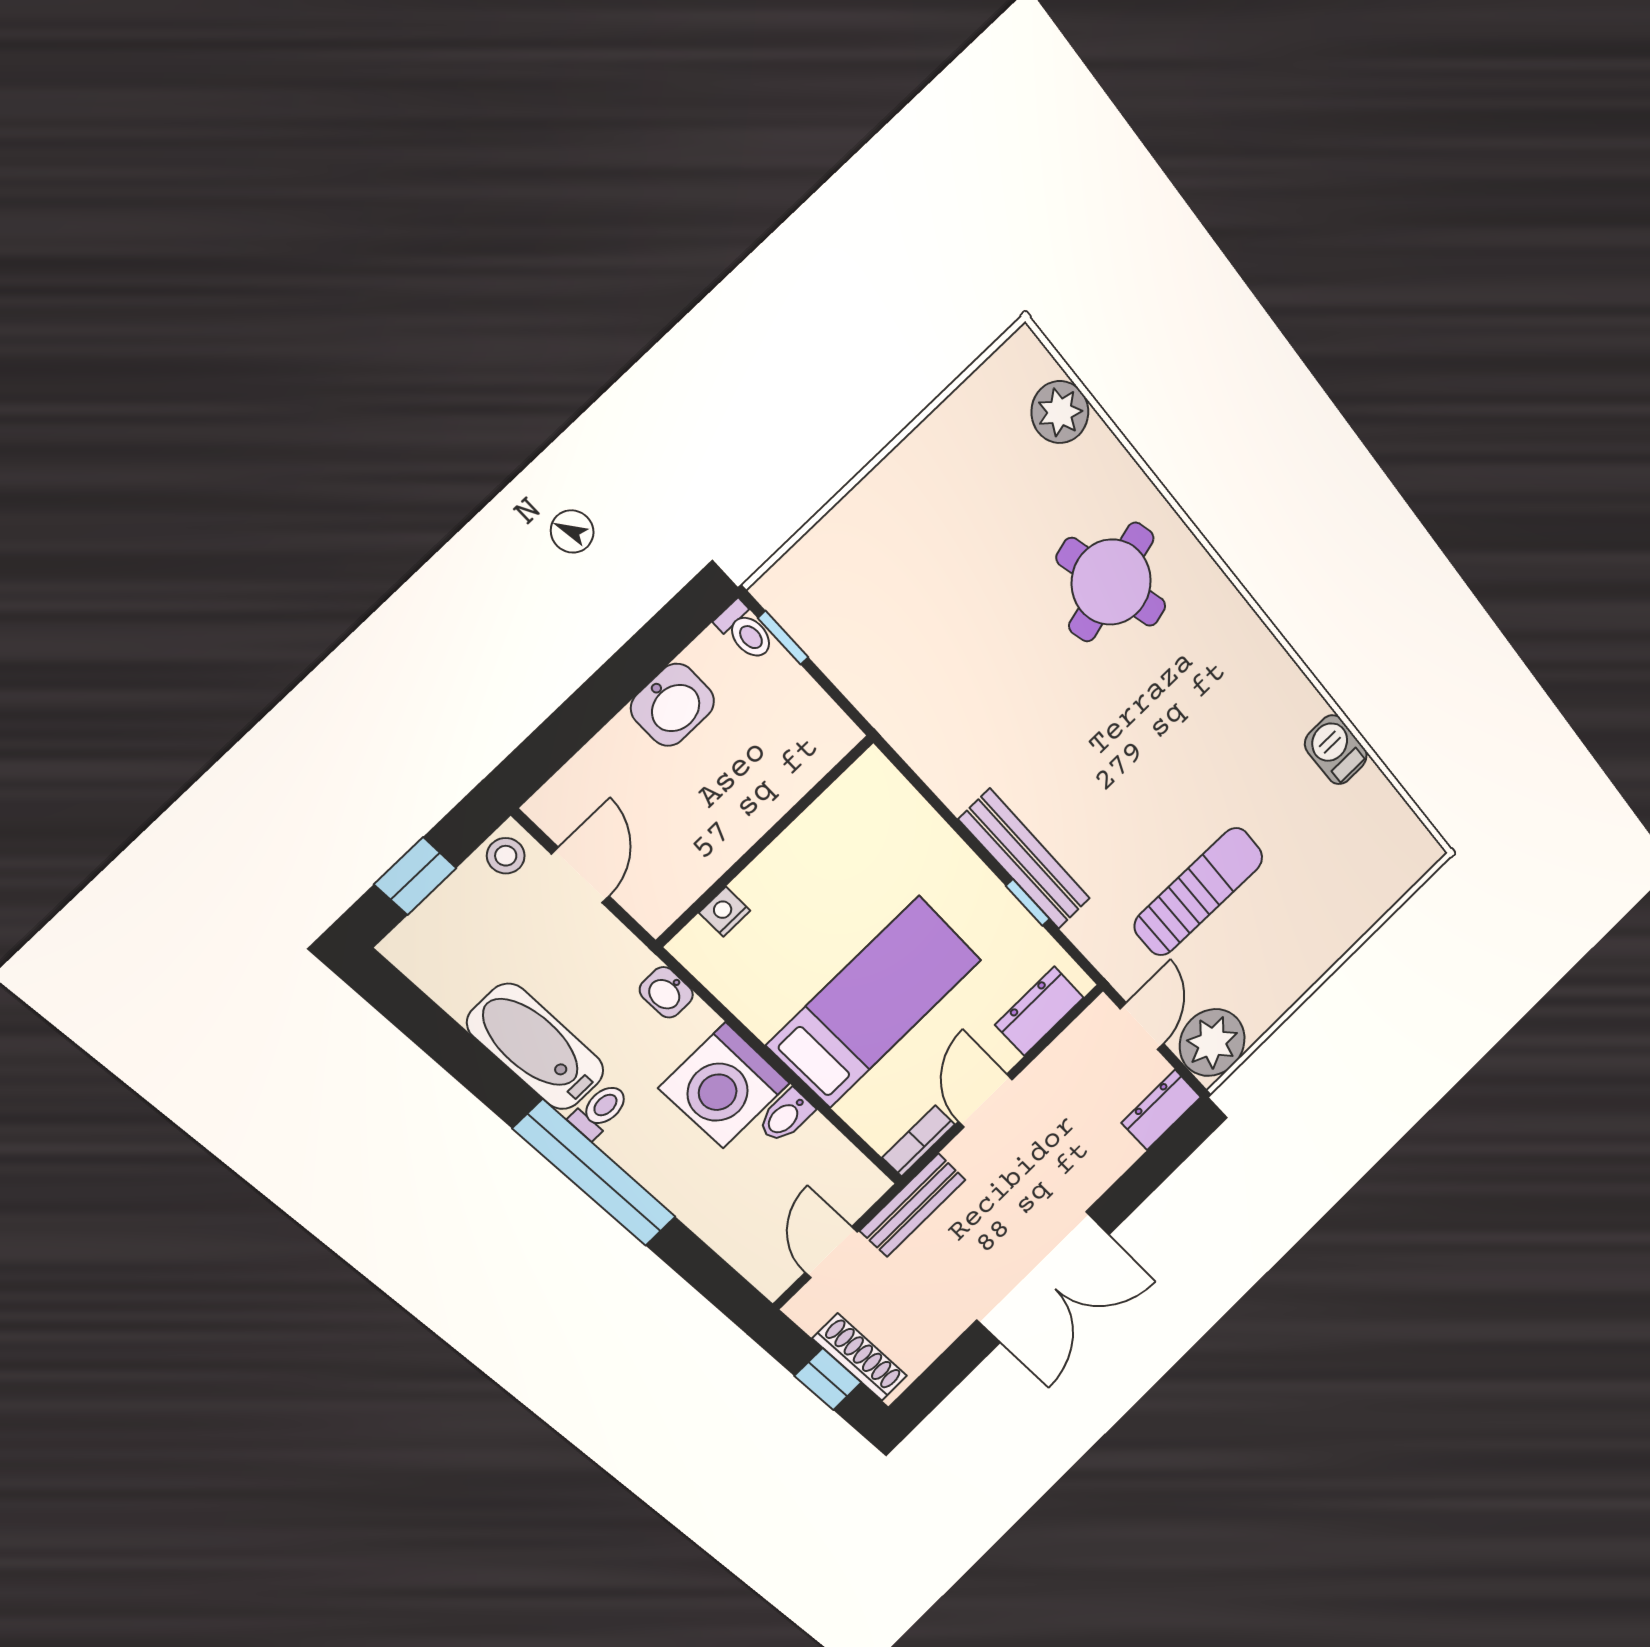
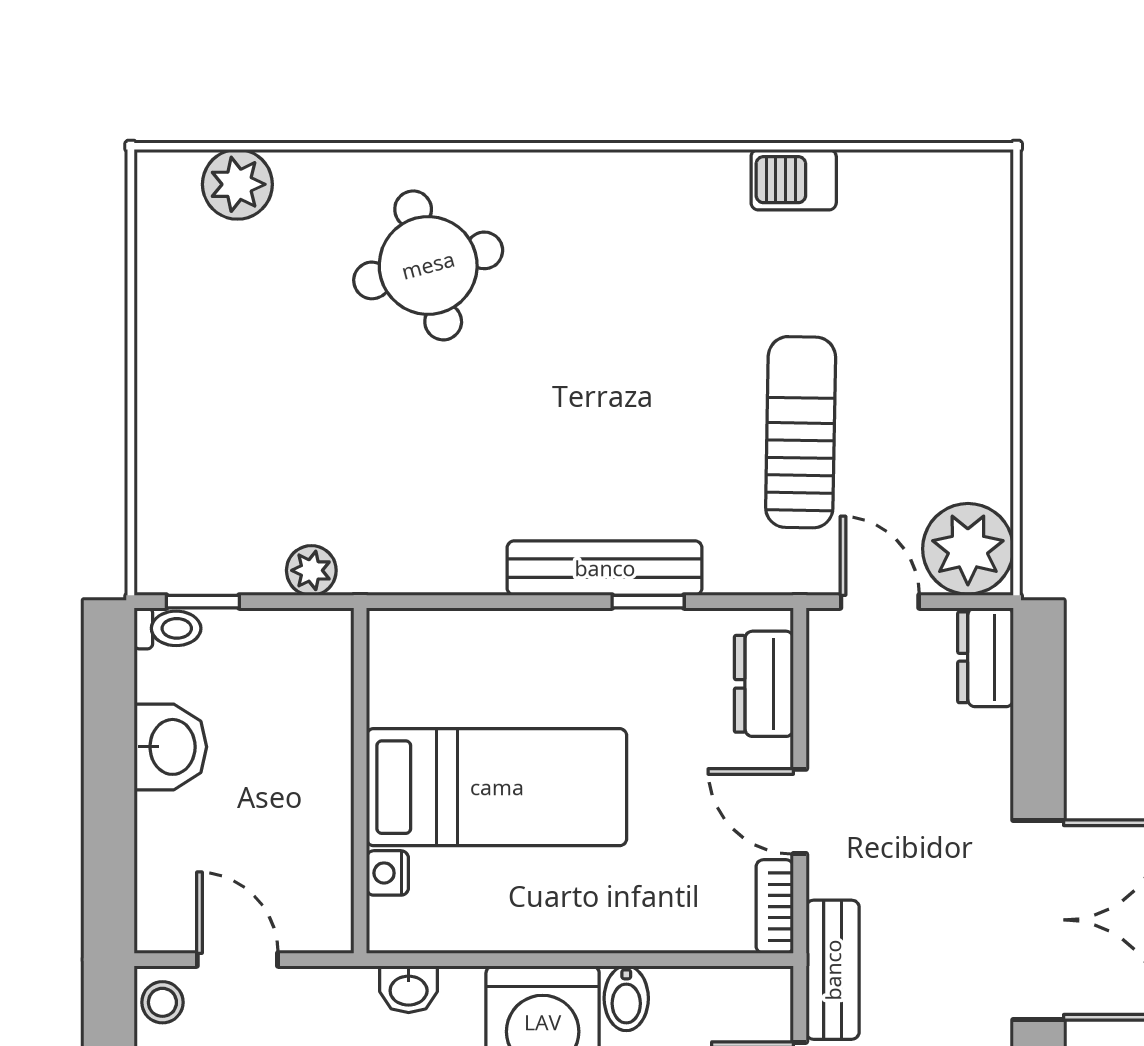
plant: (865, 687) -> (311, 570), added
bed: (874, 1002) -> (497, 787), moved, turned 90

